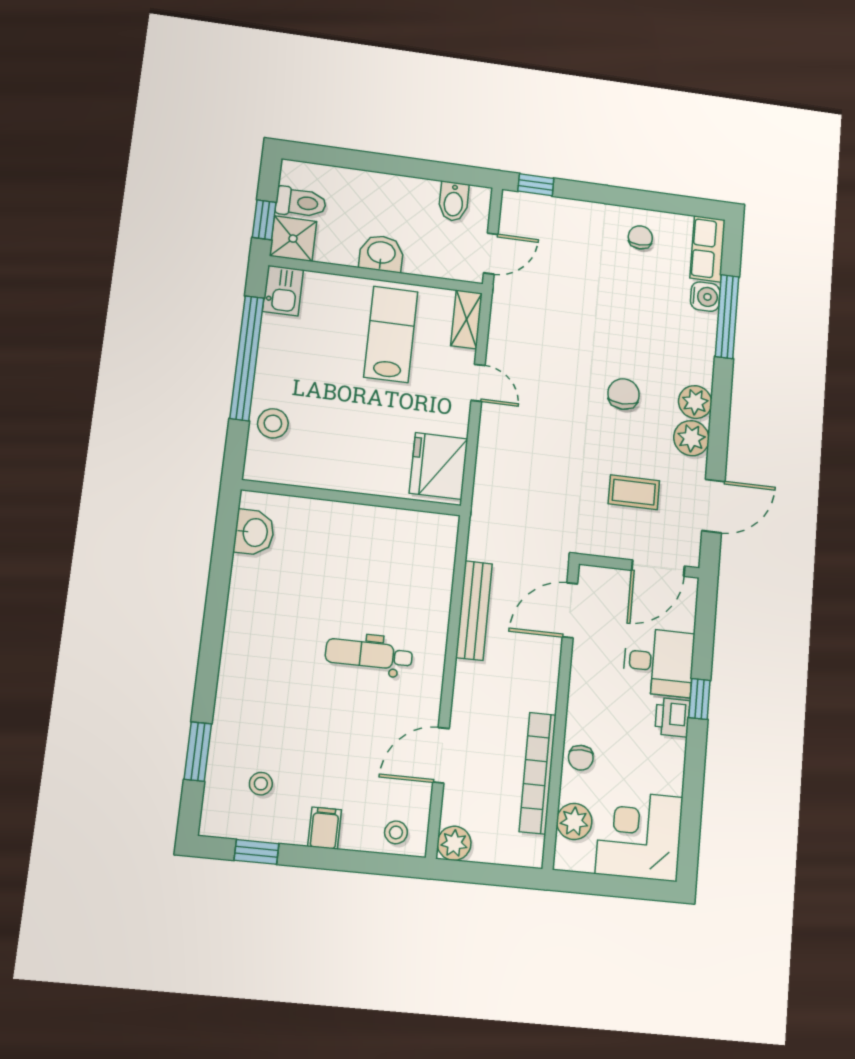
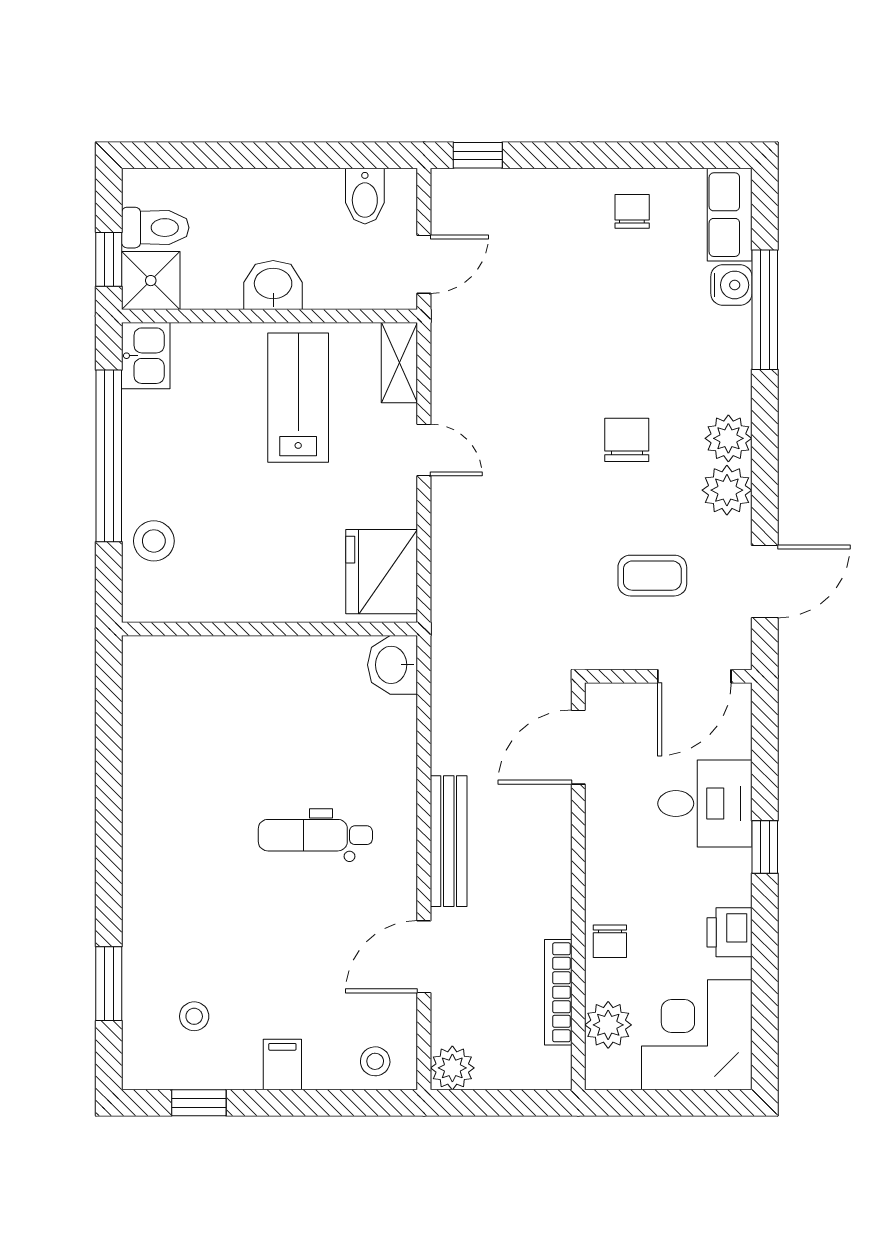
washbasin: (254, 532) -> (393, 665), moved, turned 180
bench: (474, 611) -> (449, 841), moved
printer: (672, 717) -> (730, 932), moved
bookcase: (538, 773) -> (558, 992), width x0.68, depth x0.76

